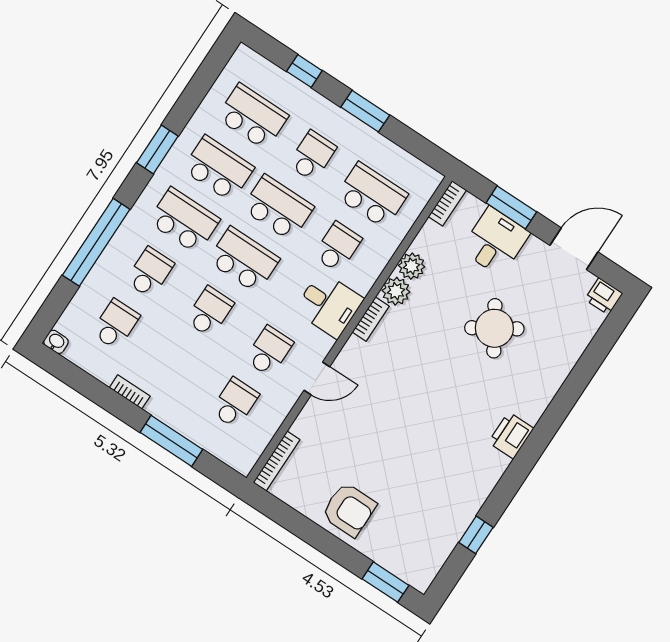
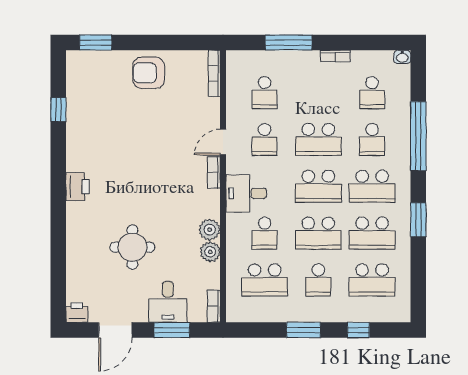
school desk: (209, 312) -> (318, 139), width x1.85
bookcase: (371, 319) -> (214, 172), moved
round table: (494, 328) -> (132, 247), turned 32

